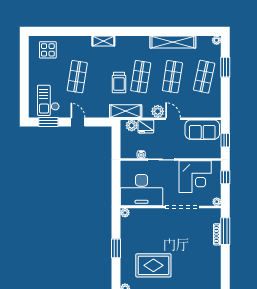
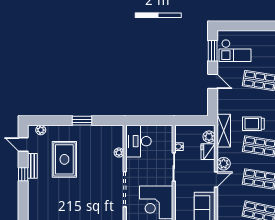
checkout: (48, 100) -> (235, 51), turned 180
door: (78, 122) -> (213, 81), hinge flipped
desk: (142, 190) -> (138, 141), width x0.73, depth x0.77
plant: (125, 213) -> (119, 153), moved

